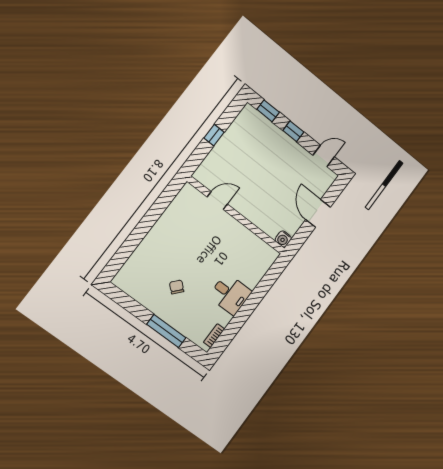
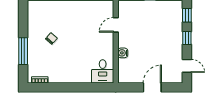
door: (217, 201) -> (116, 25), swing flipped
water cooler: (283, 239) -> (123, 53), moved
desk: (230, 294) -> (103, 71), moved

